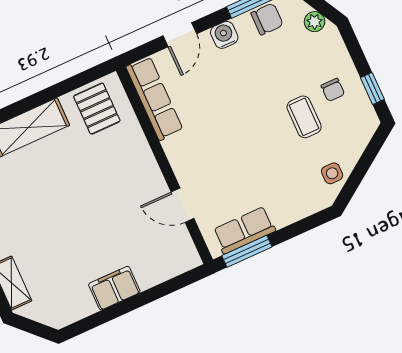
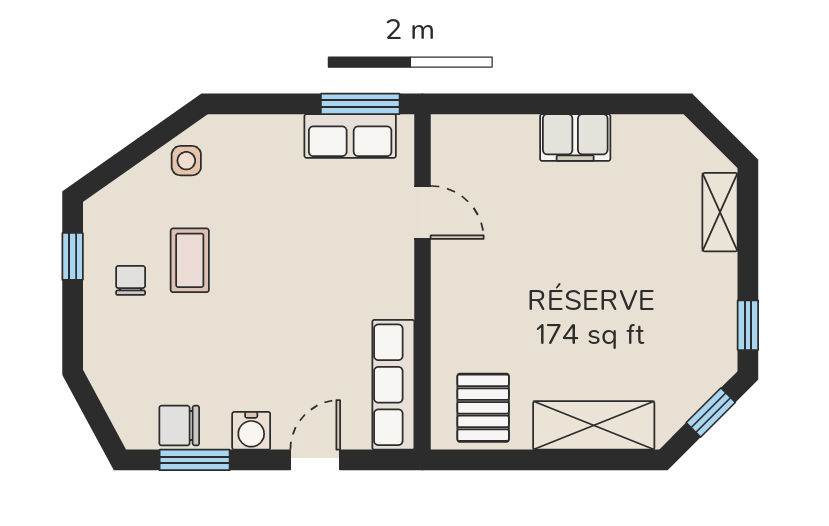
plant: (315, 22) -> (112, 391), removed

